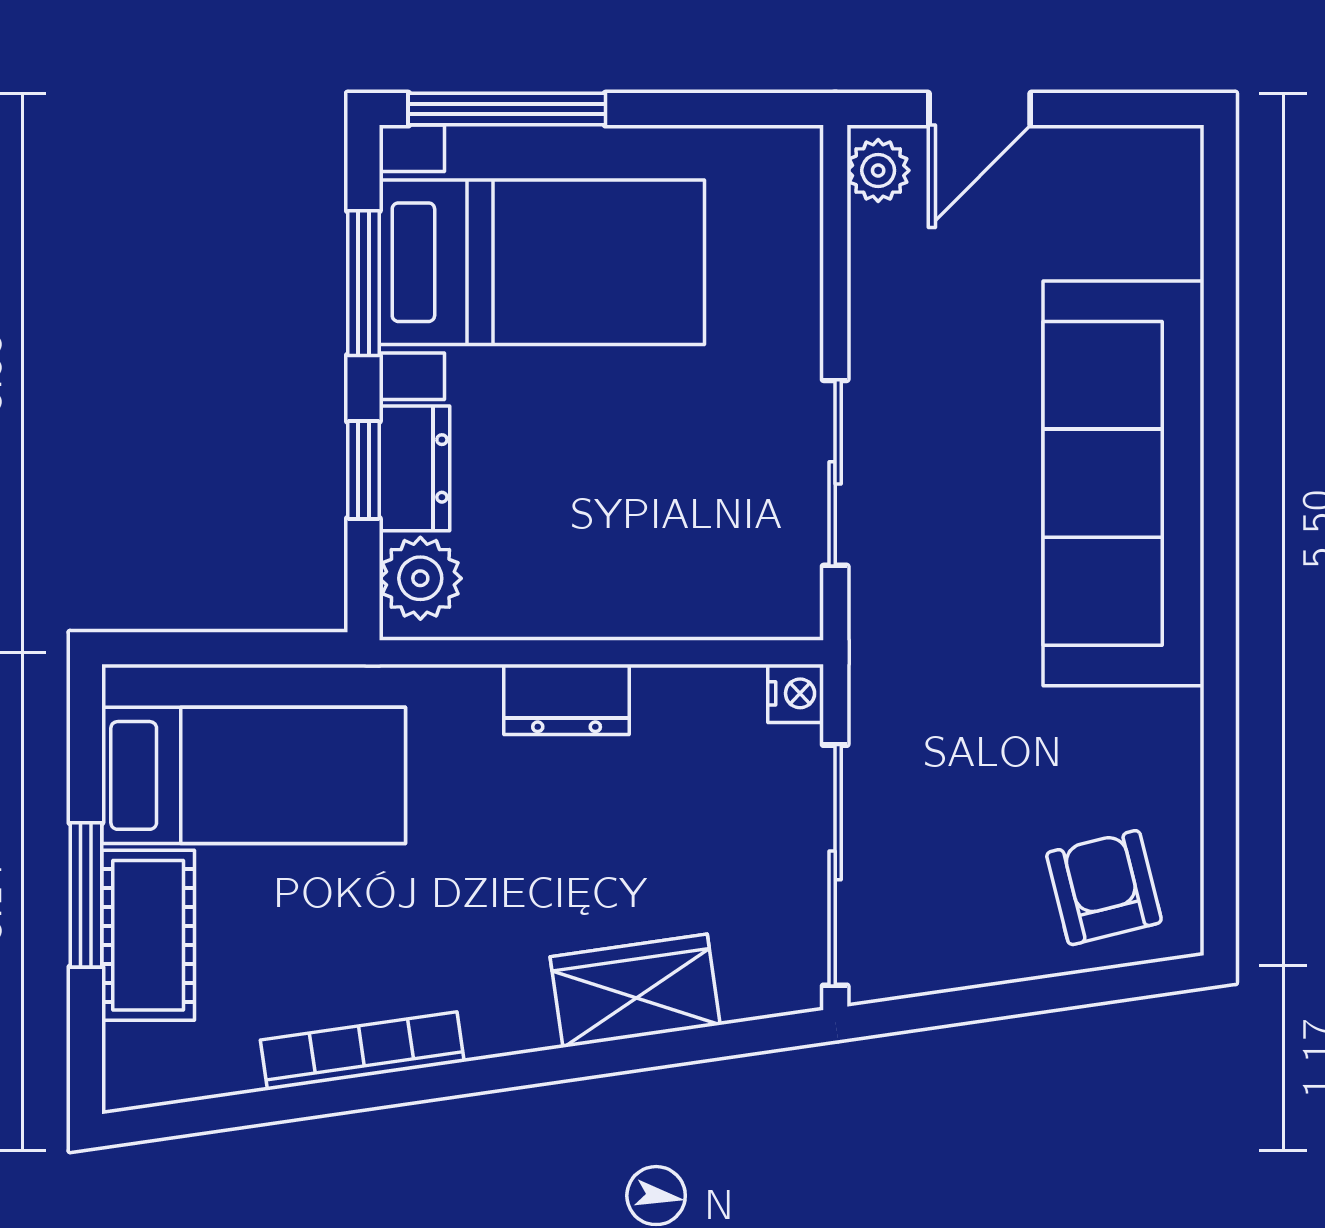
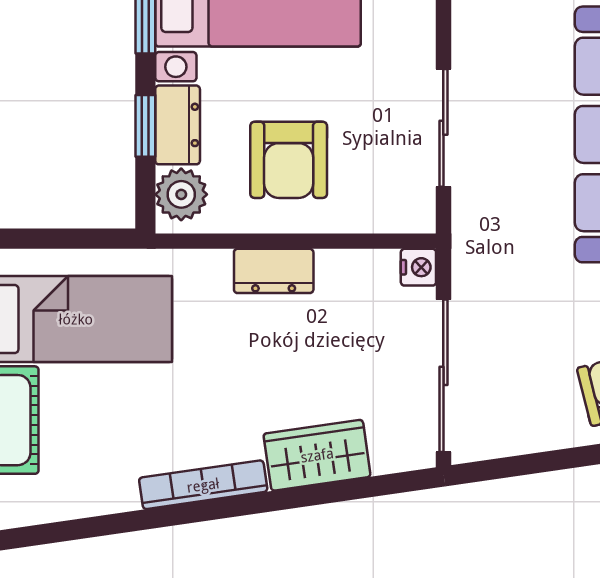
armchair: (590, 524) -> (289, 160), added
bookcase: (362, 1051) -> (203, 485), moved

